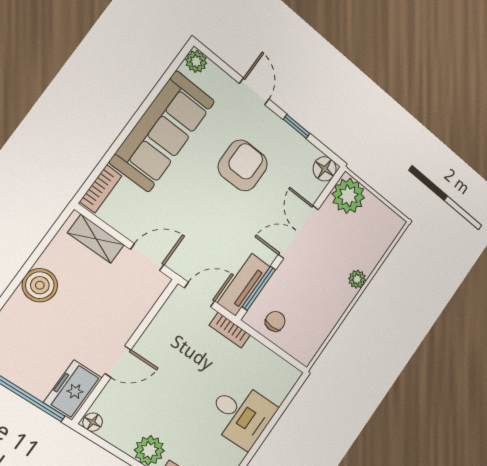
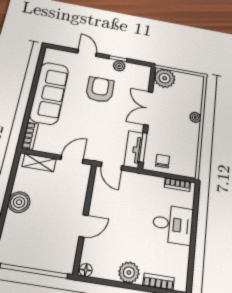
plant: (196, 61) -> (119, 66), moved
floor lamp: (325, 169) -> (144, 71), removed
door: (200, 295) -> (111, 166), swing flipped
bookcase: (230, 330) -> (177, 184), moved
freezer: (73, 390) -> (65, 255), removed

